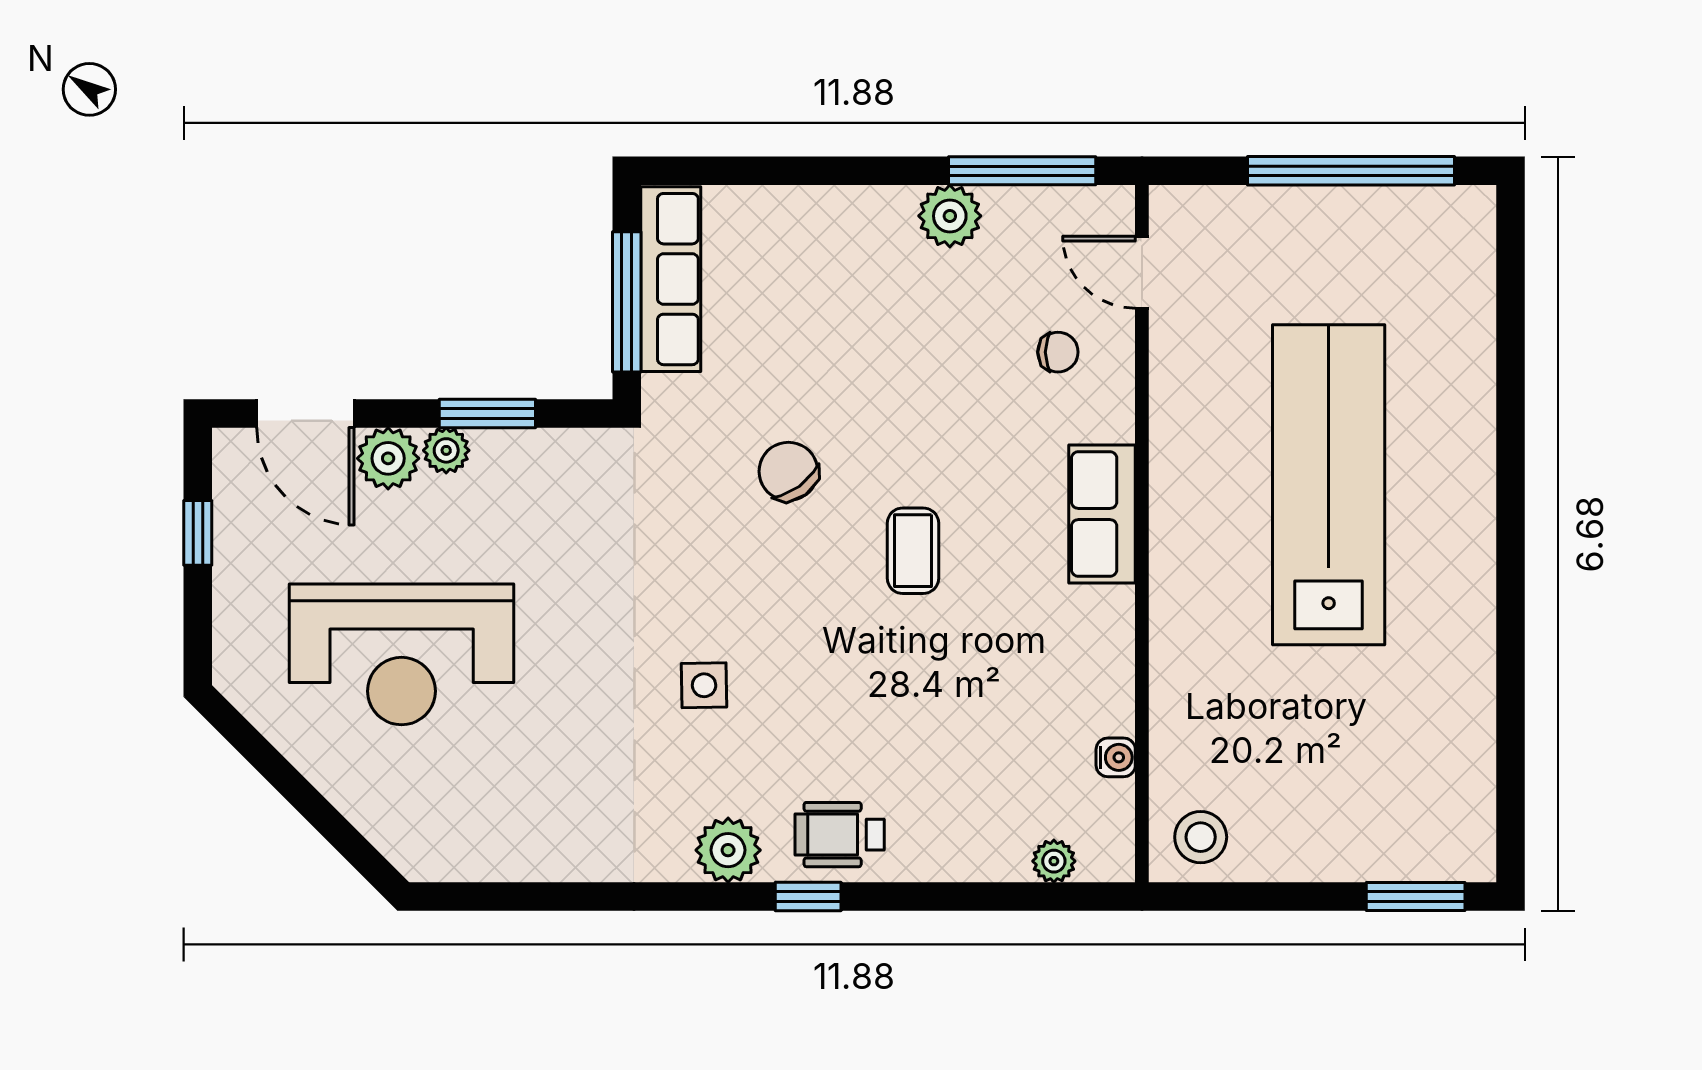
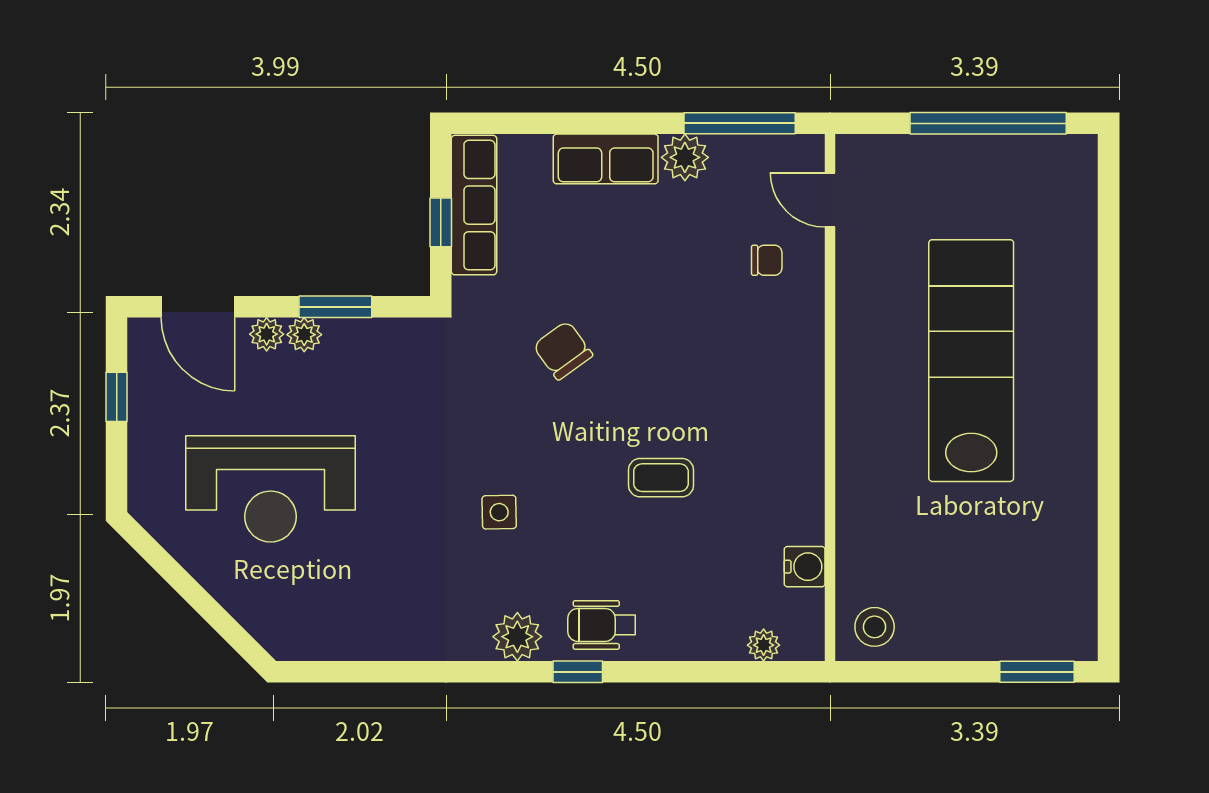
window: (627, 302) -> (441, 222), width x0.46
plant: (388, 458) -> (267, 334), width x0.73, depth x0.73
row of seats: (1102, 514) -> (606, 159), moved, turned -90
coffee table: (913, 551) -> (661, 478), moved, turned 90
water cooler: (1116, 757) -> (805, 567), width x1.38, depth x1.38

